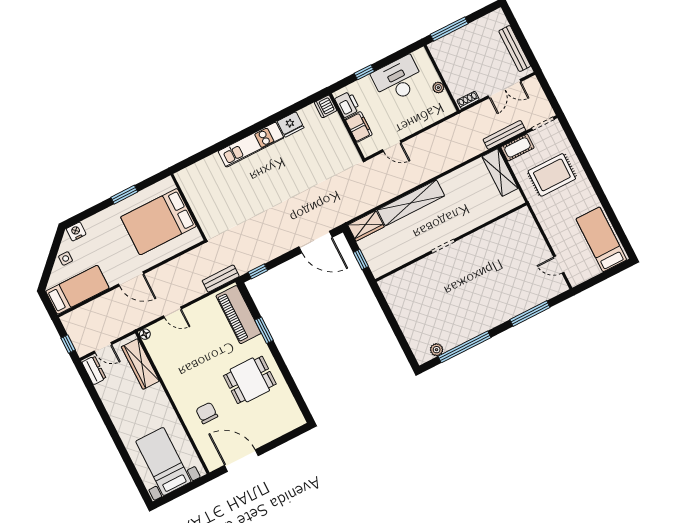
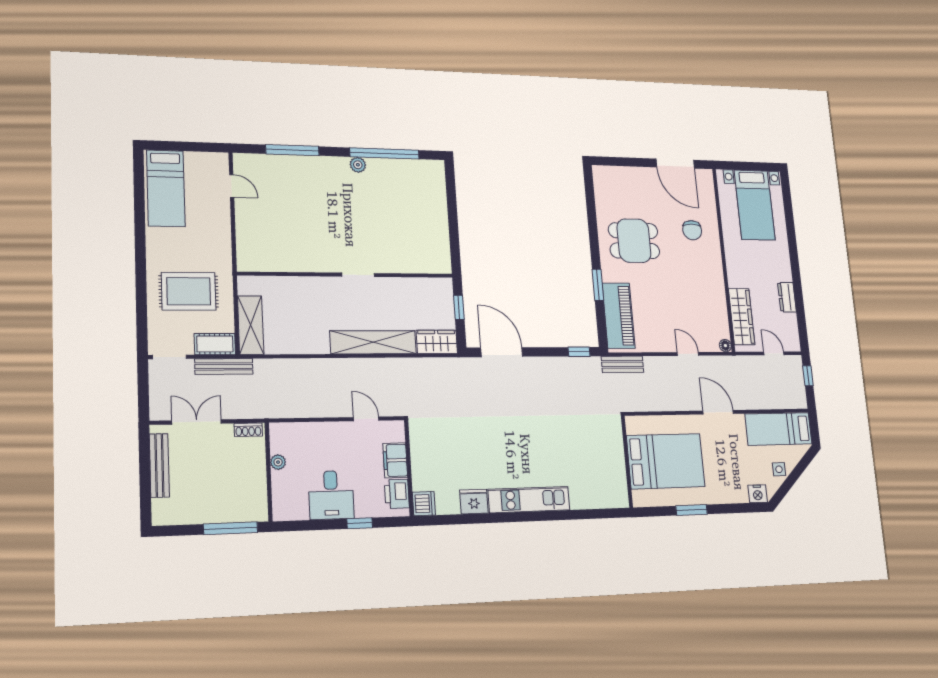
desk: (398, 79) -> (331, 495), width x0.73
plant: (437, 350) -> (358, 165), moved
dresser: (94, 370) -> (787, 297), moved

